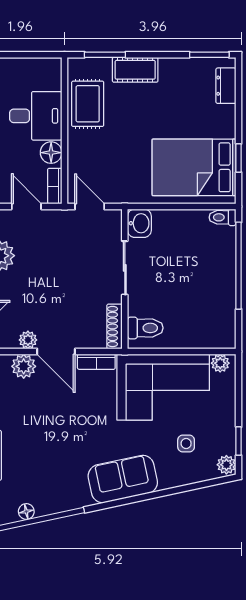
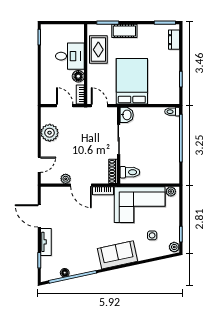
bed: (194, 167) -> (132, 81), moved, turned 90
plant: (24, 366) -> (63, 193), removed

